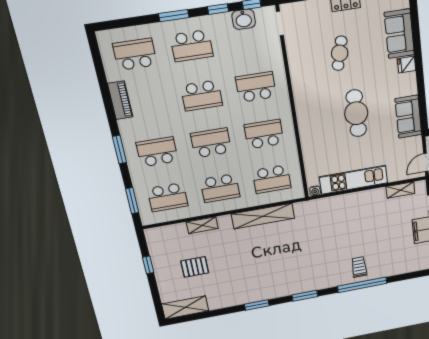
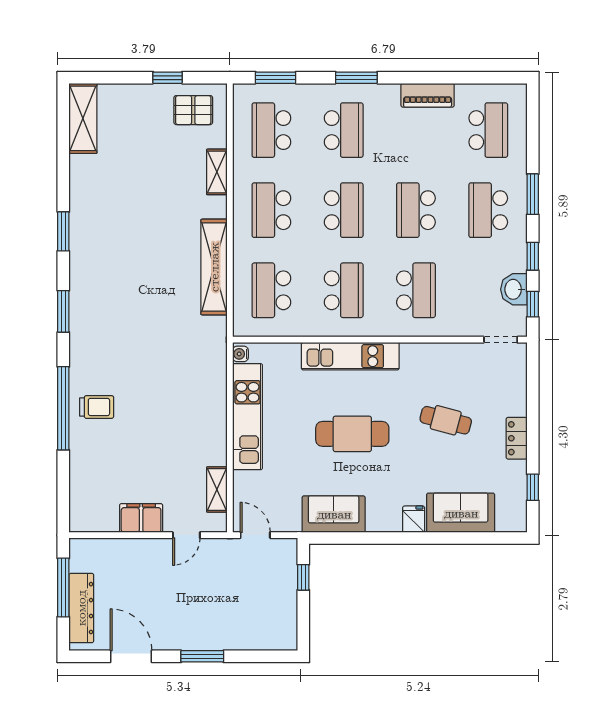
kitchen unit: (306, 123) -> (350, 356), added
pallet: (195, 267) -> (193, 110), moved, turned 90

